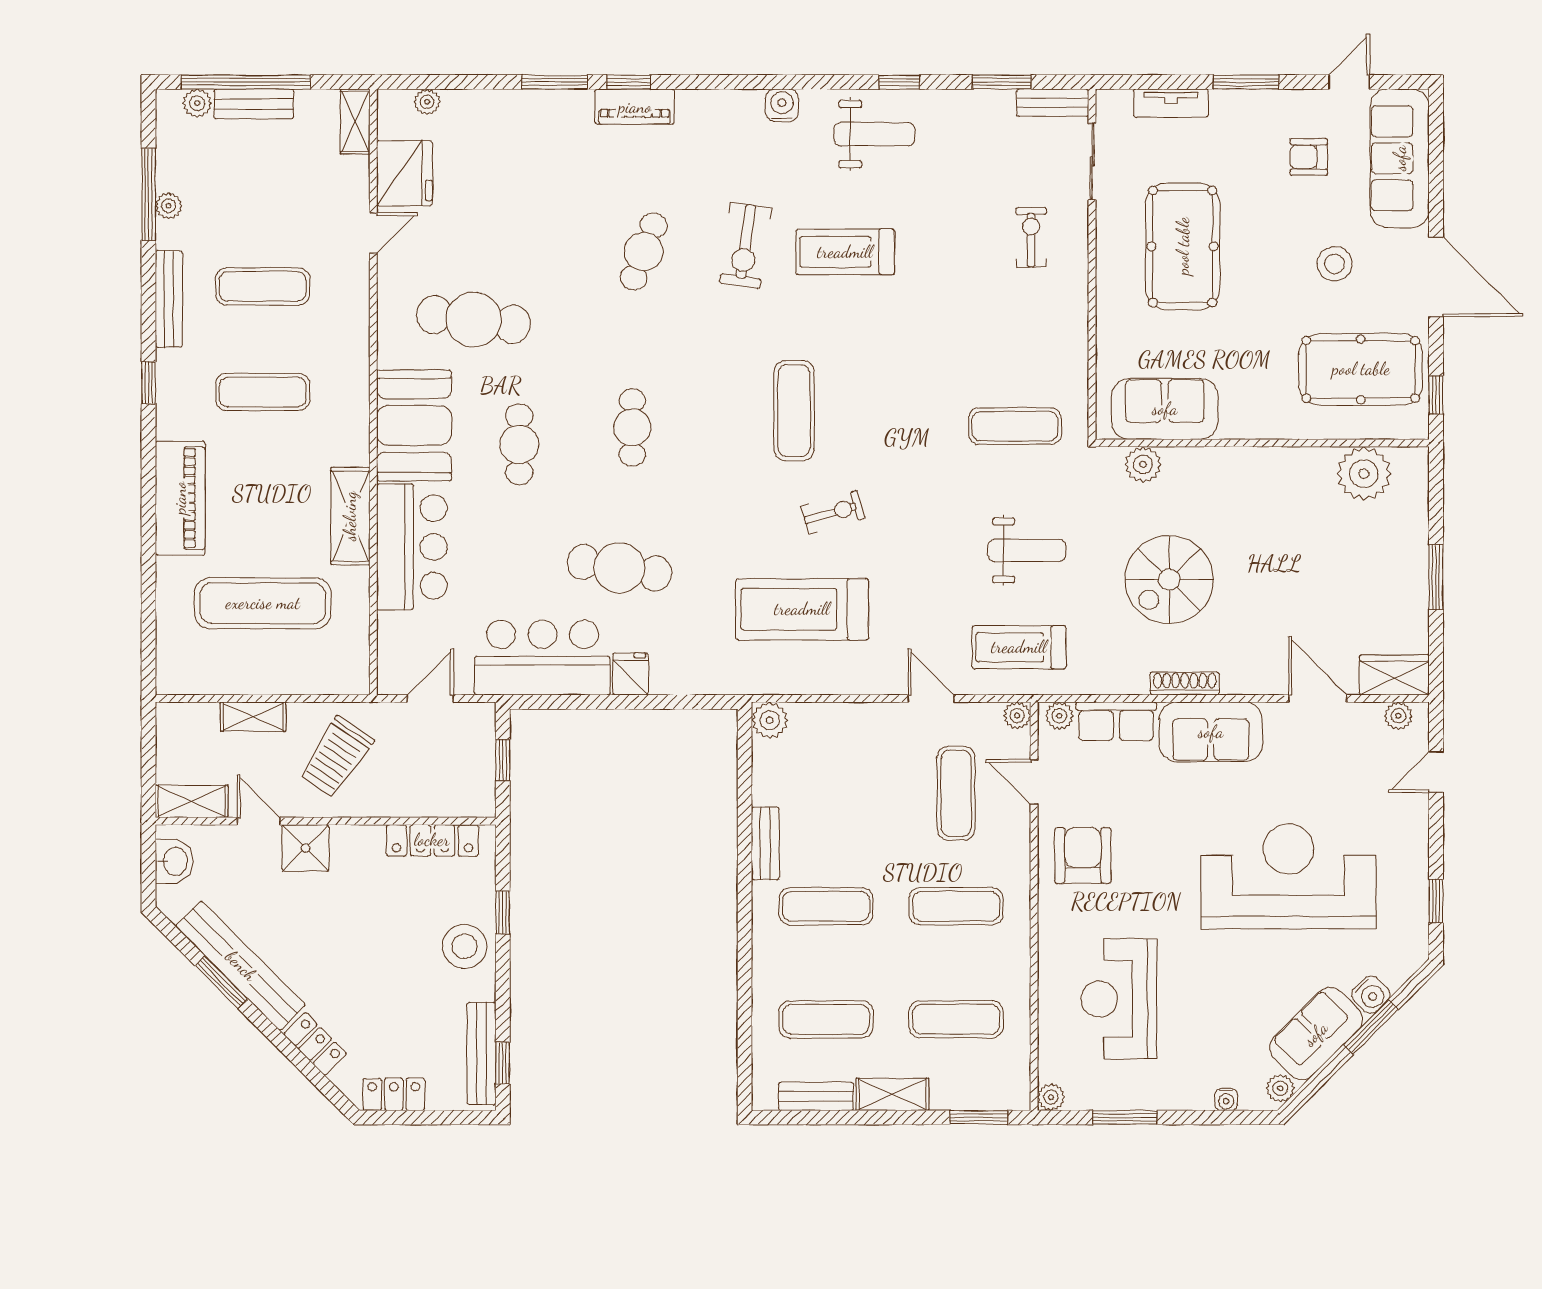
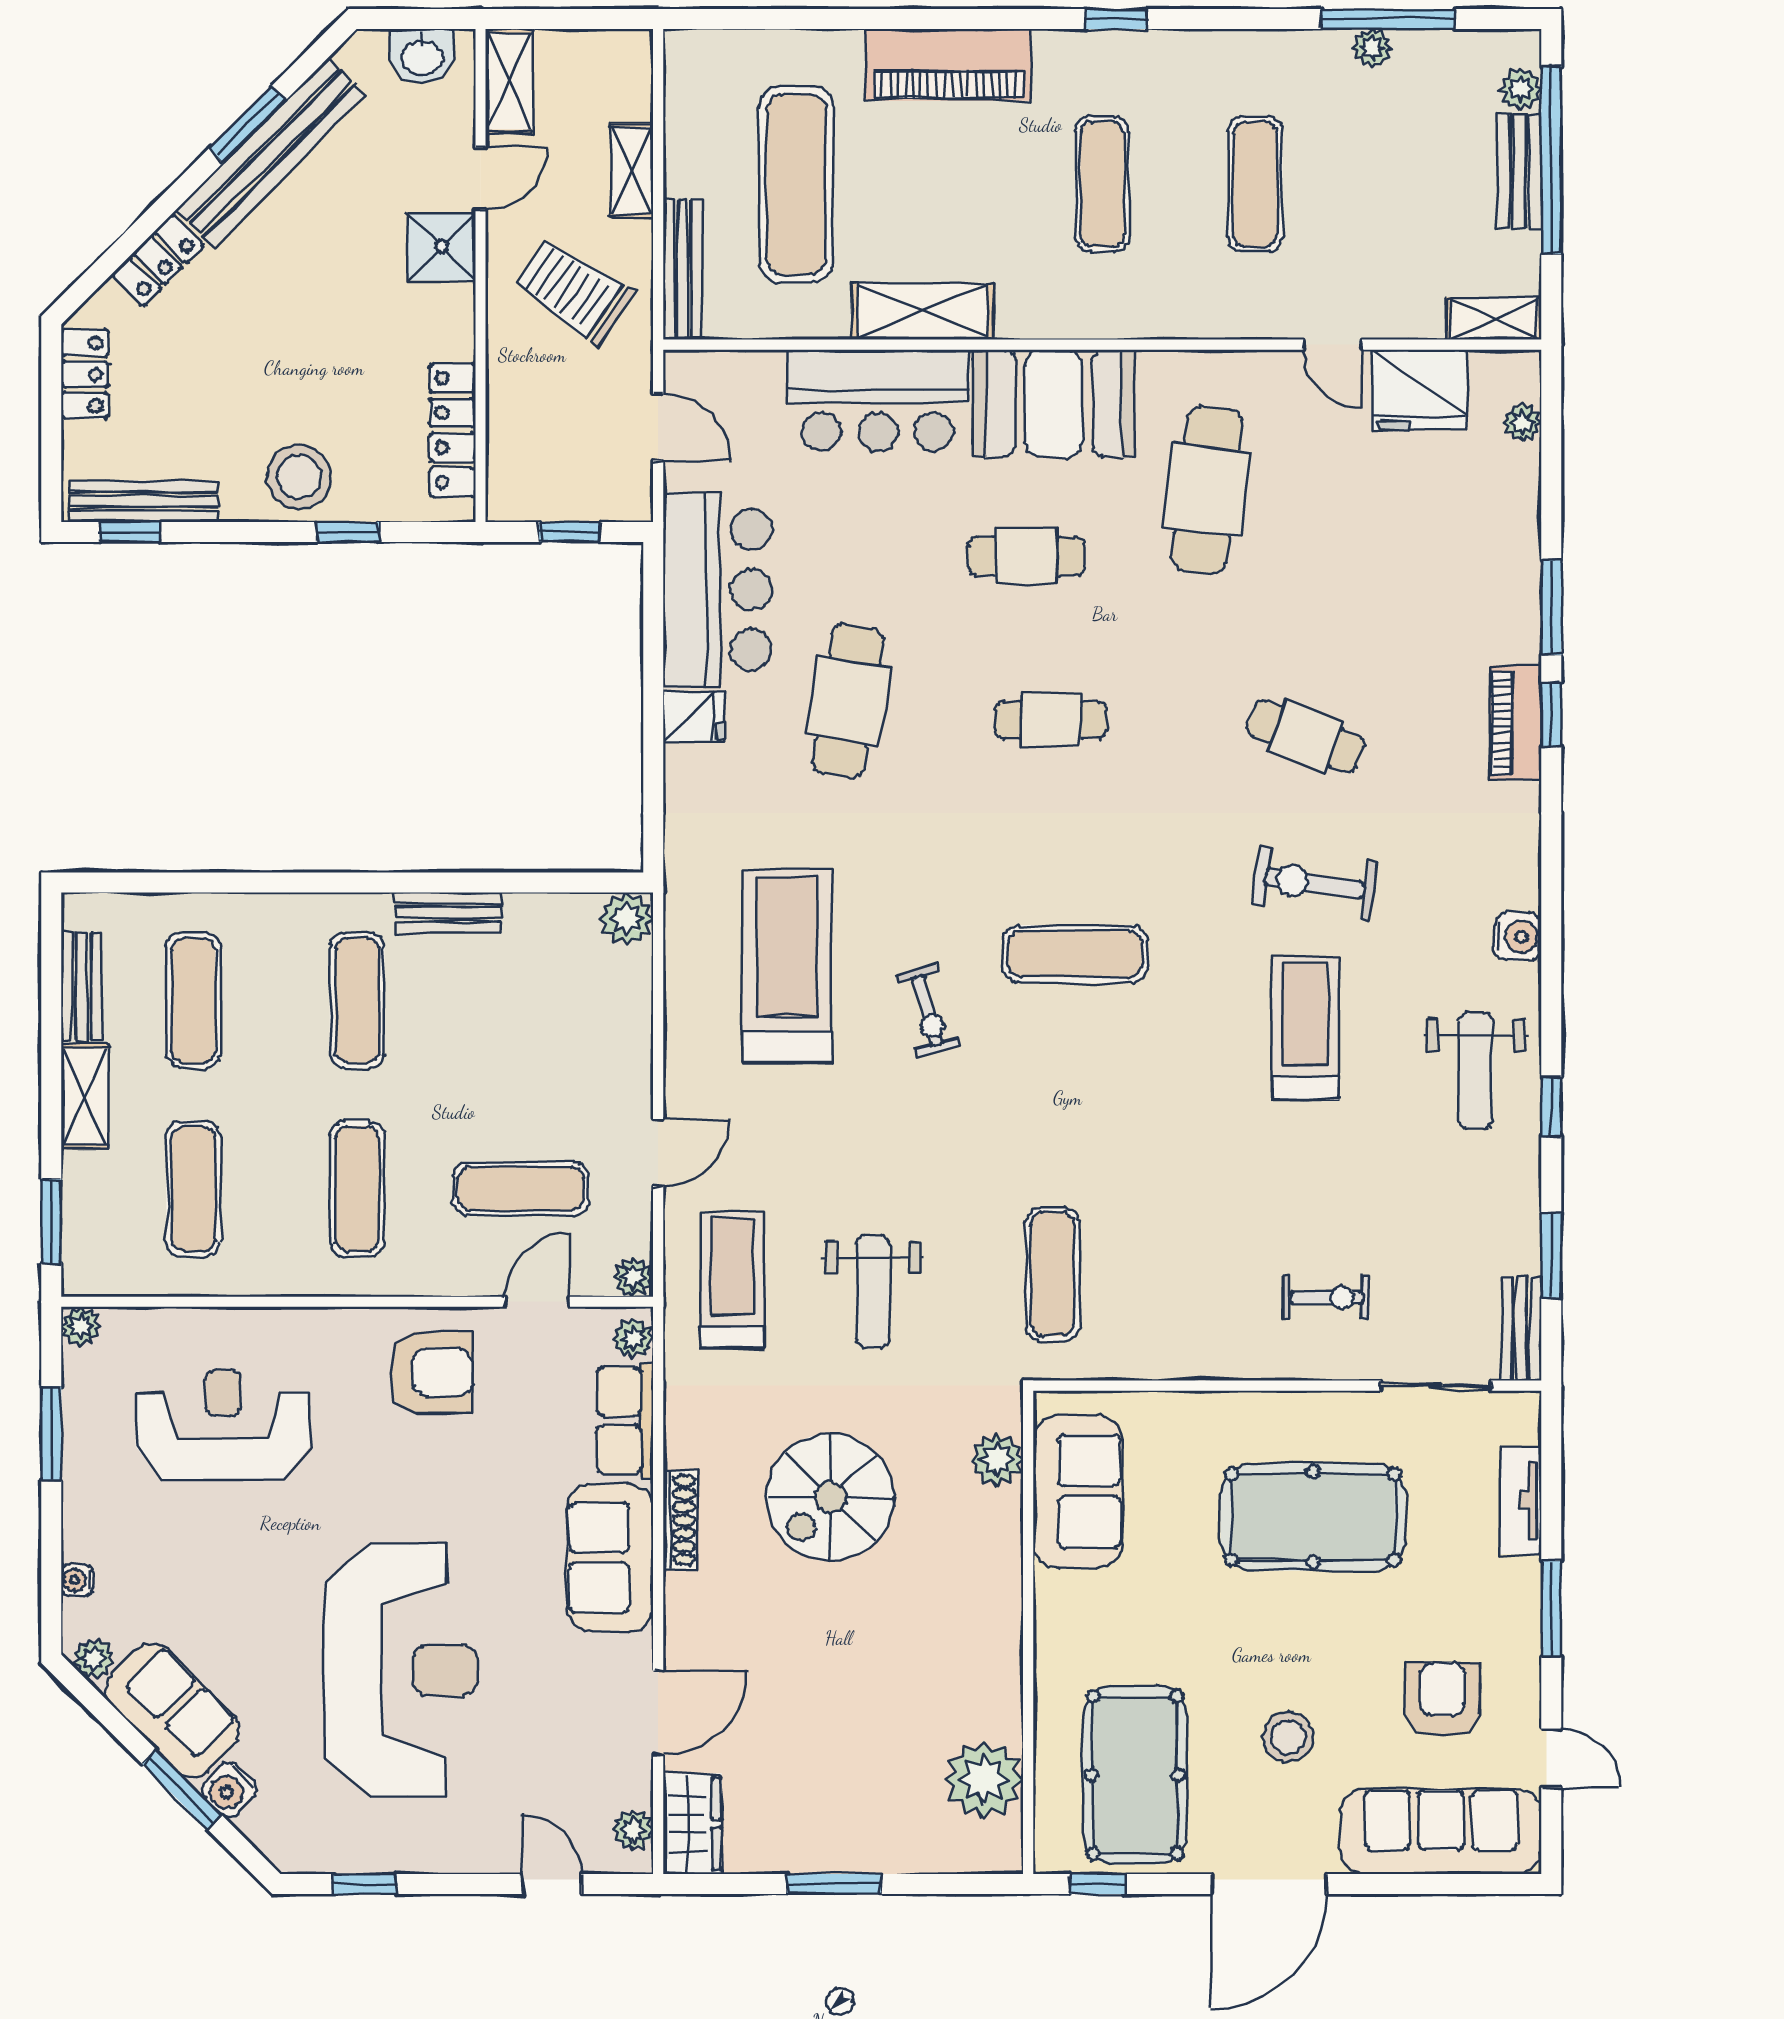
armchair: (1309, 157) -> (1443, 1700), width x1.38, depth x1.38
bench: (169, 299) -> (683, 270), moved, turned 90
spiral stairs: (1169, 580) -> (830, 1497), turned -90

